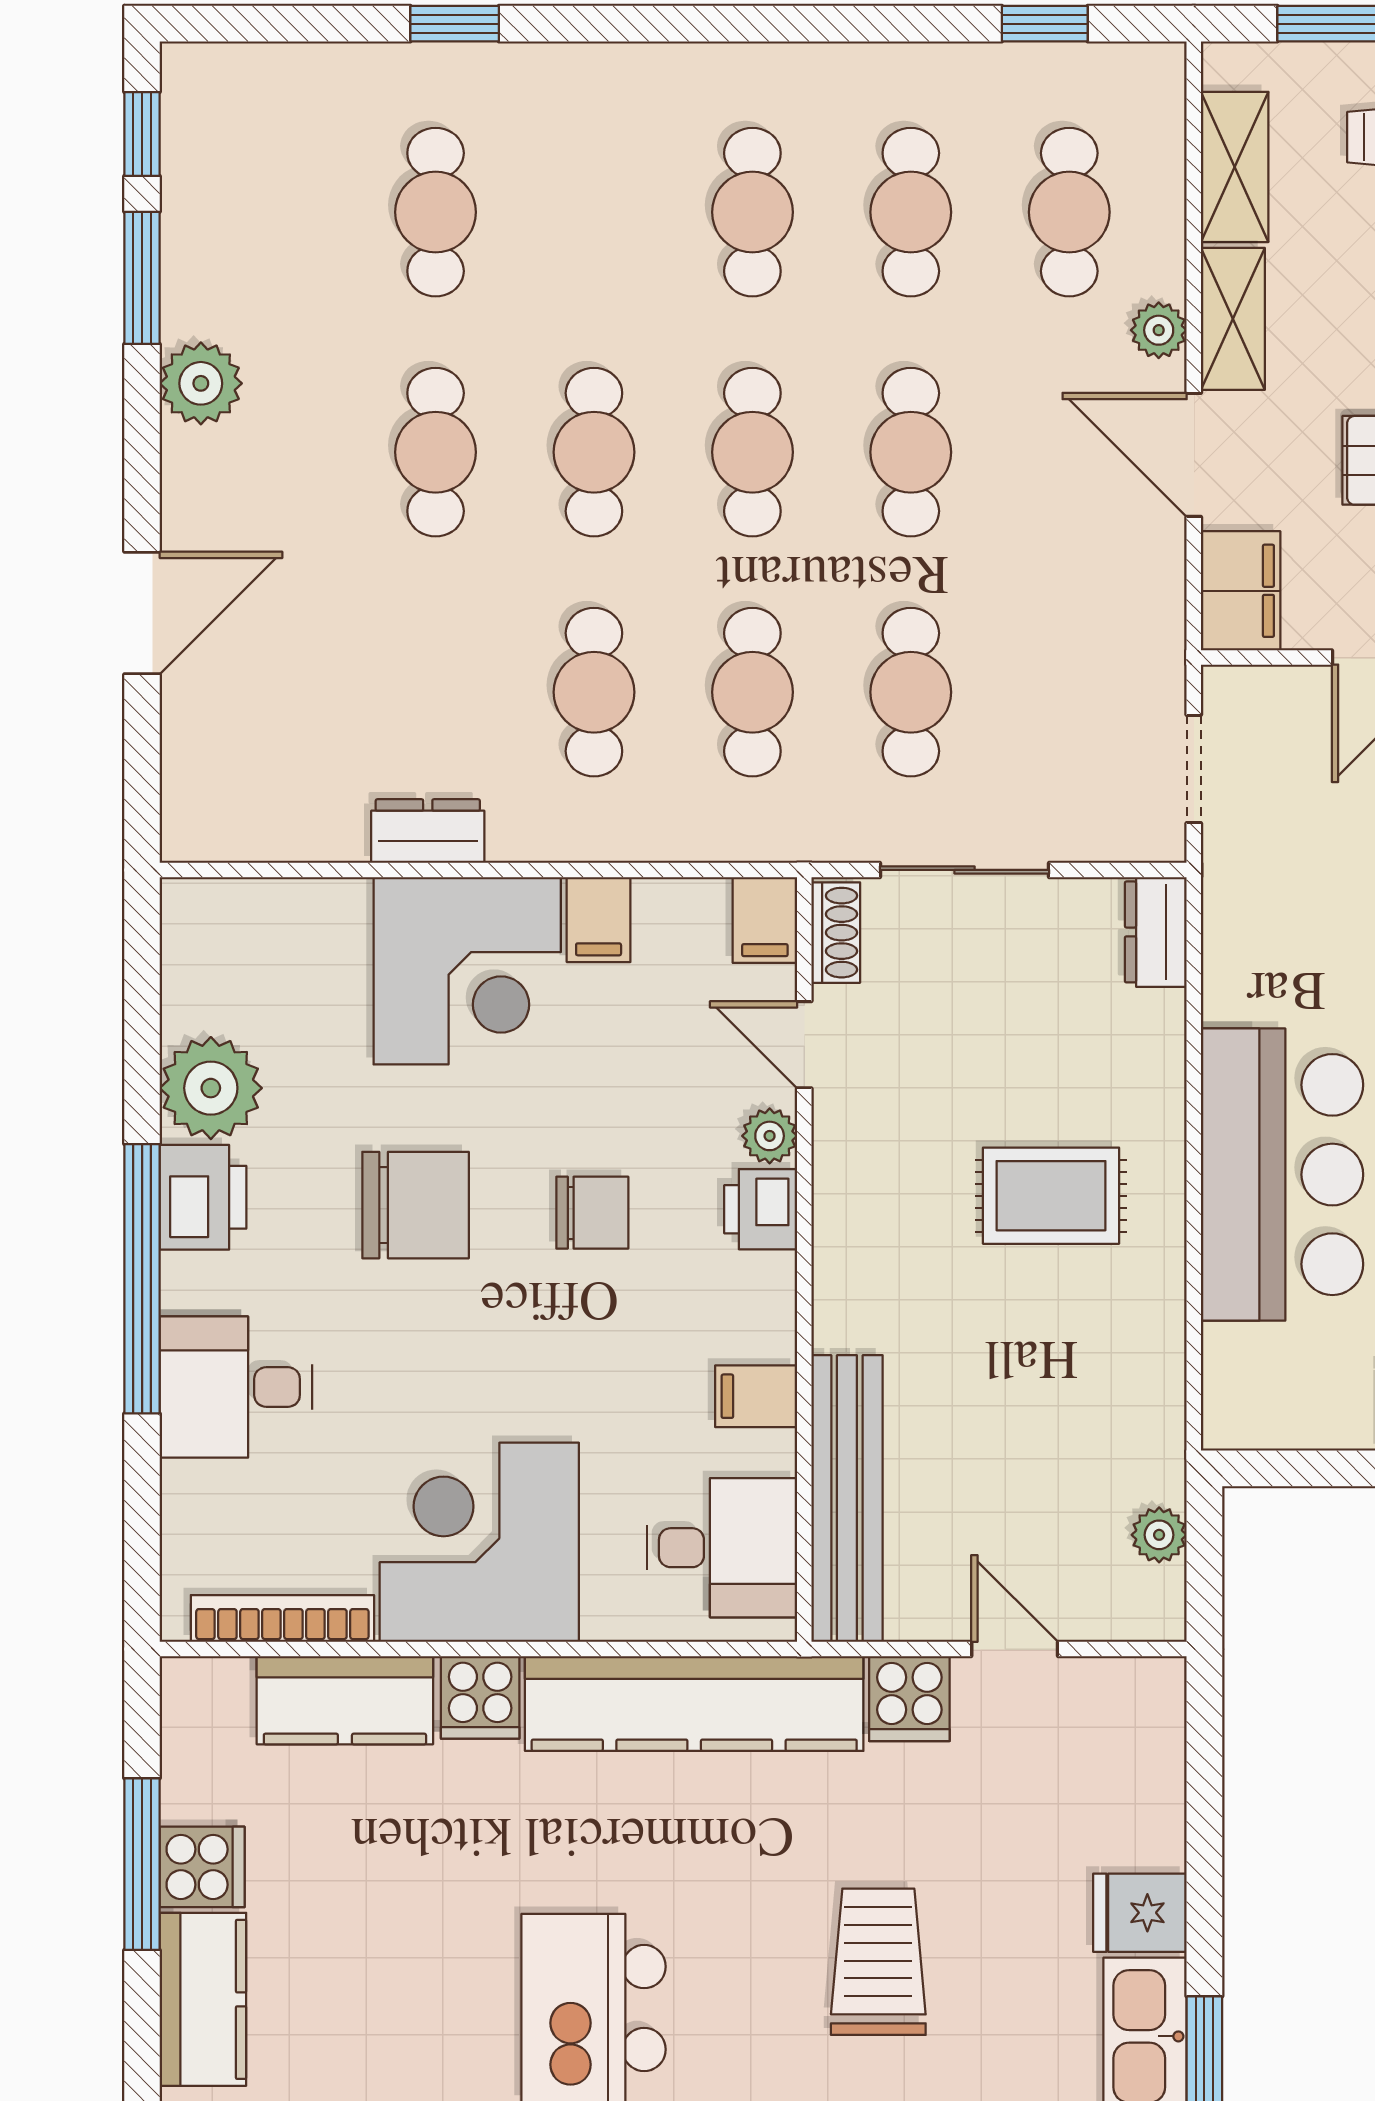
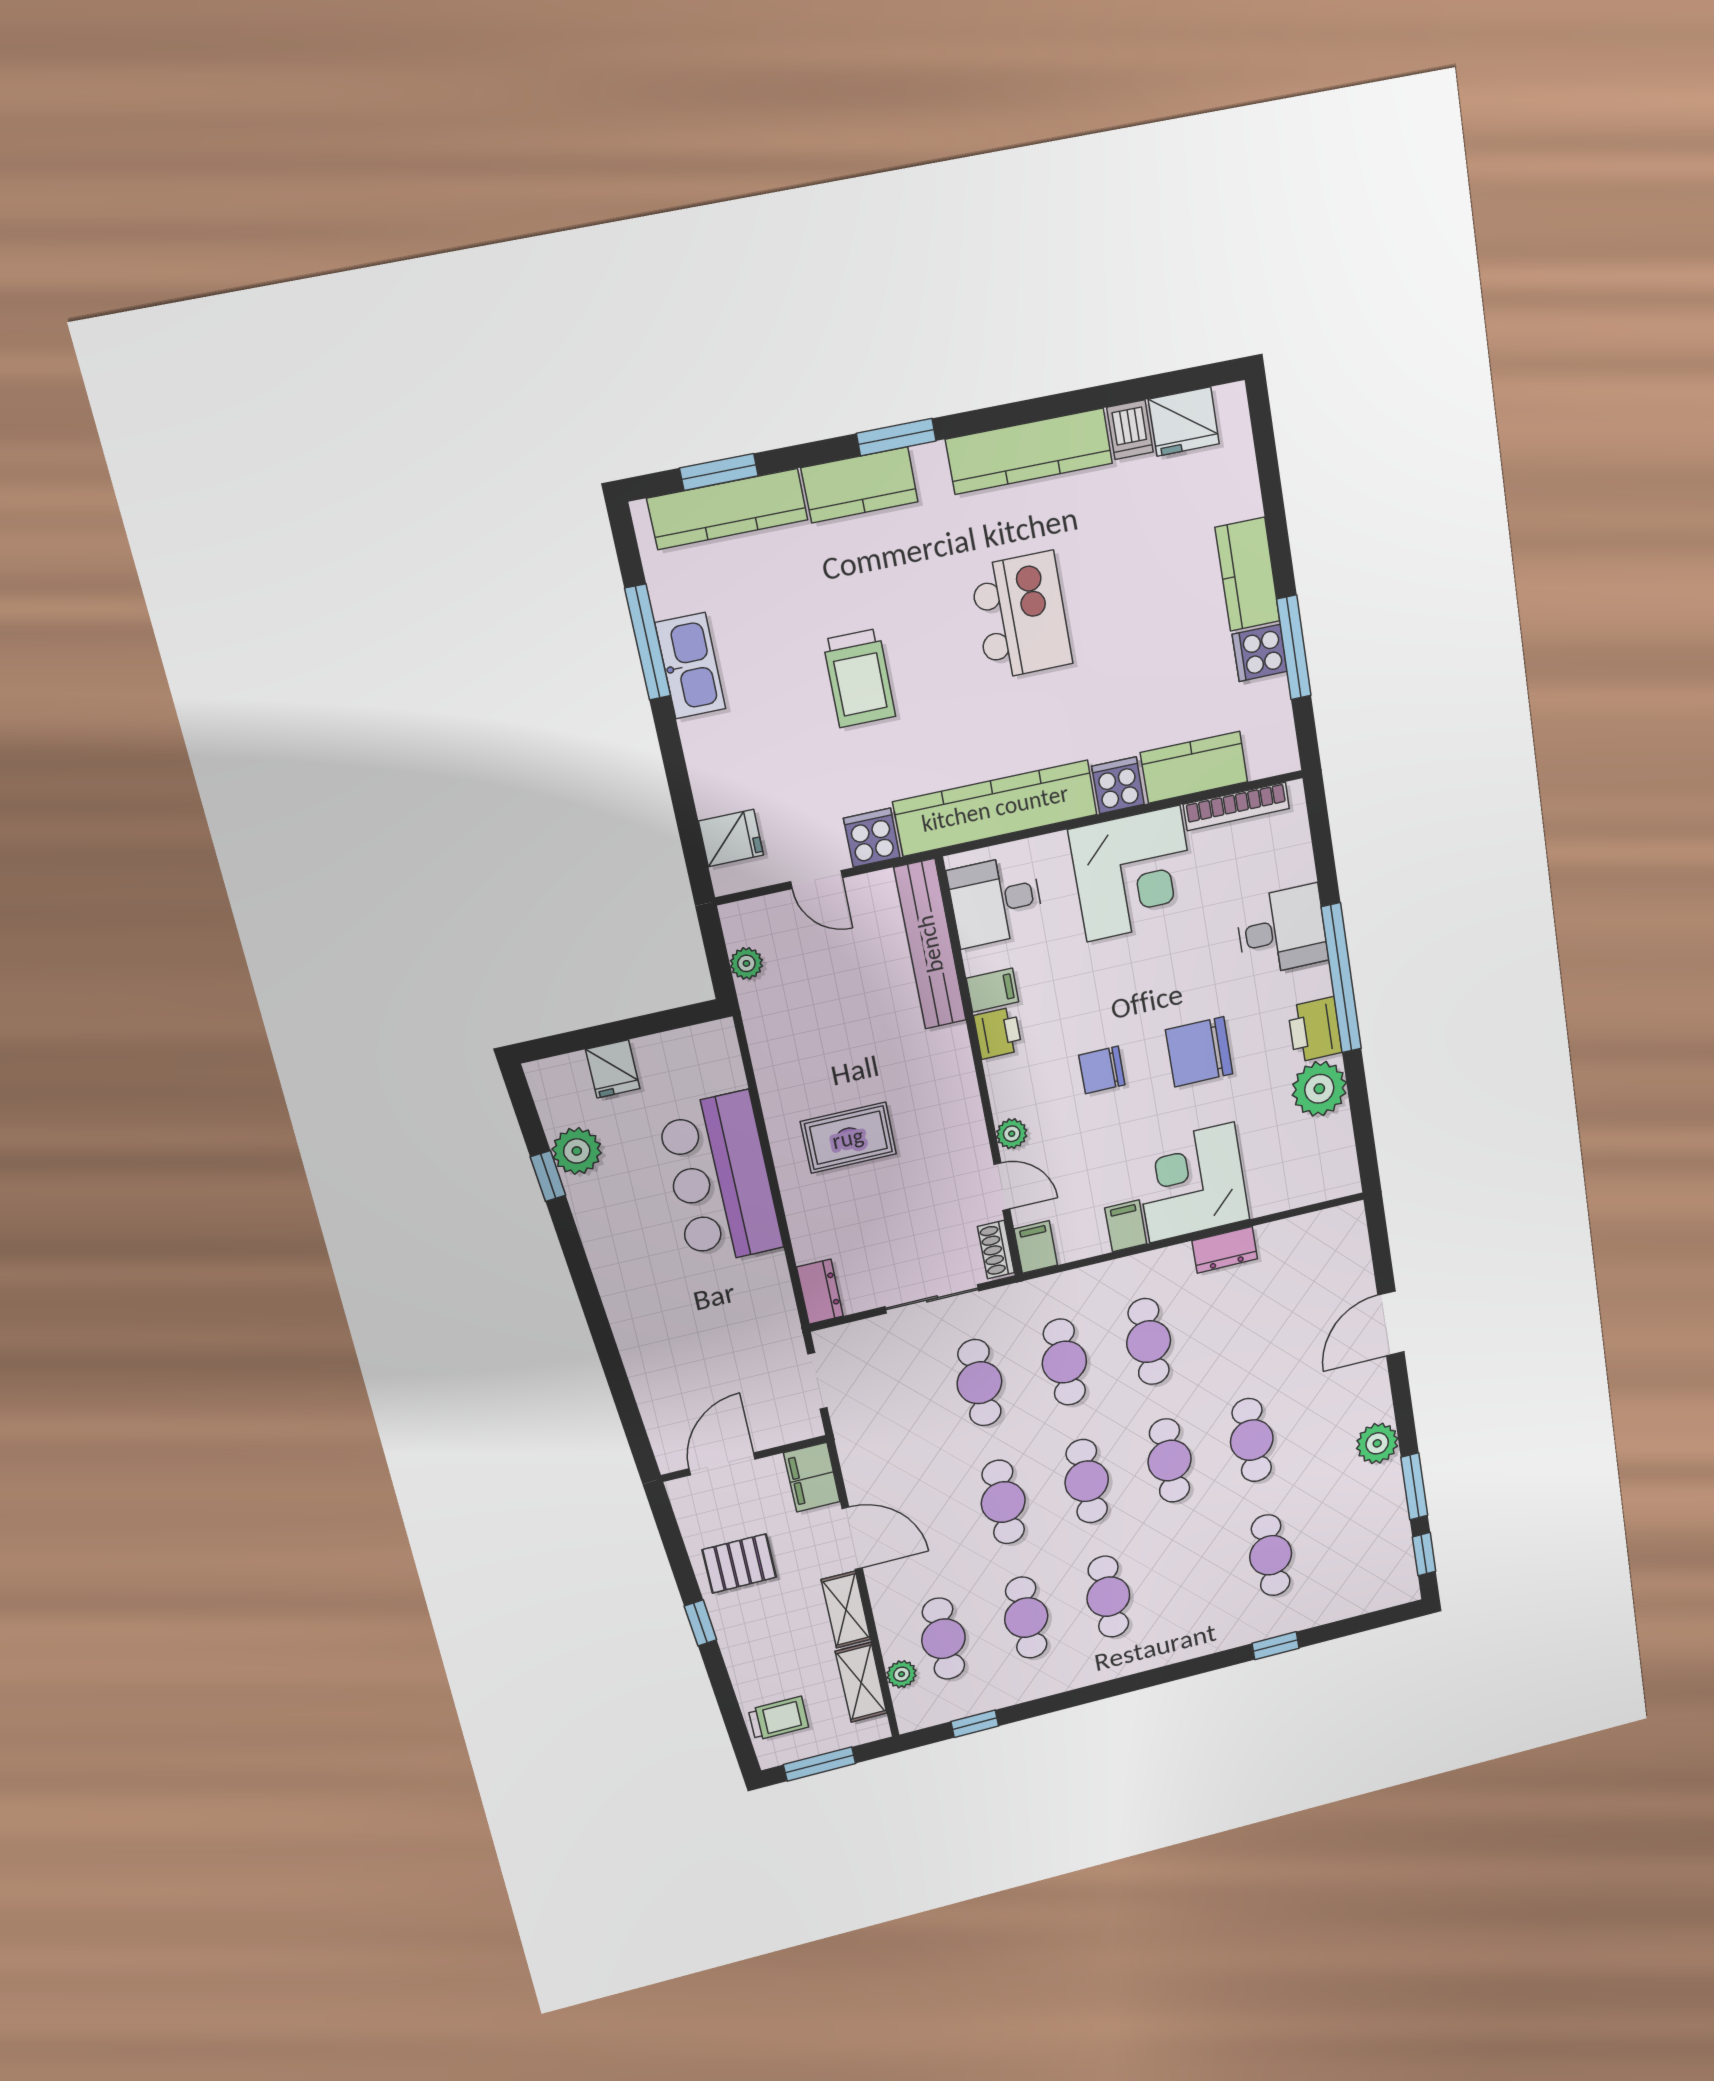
plant: (1159, 330) -> (902, 1674), moved
printer: (761, 1209) -> (998, 1033), moved
fridge: (1140, 1913) -> (731, 838), moved

